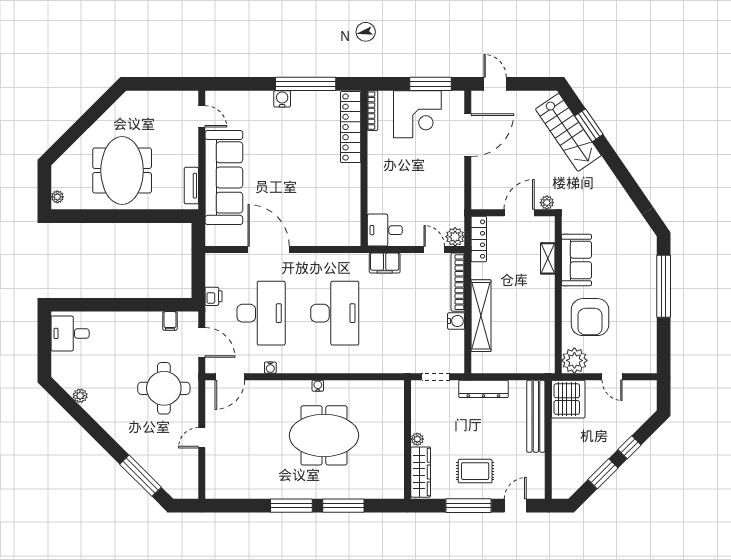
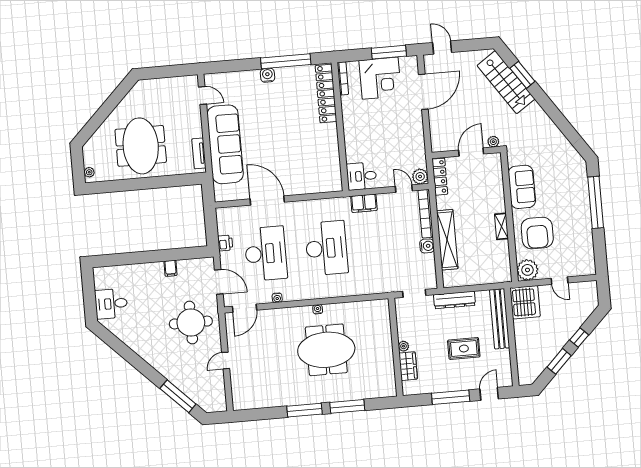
shelving: (548, 258) -> (501, 226), moved
filing cabinet: (170, 321) -> (171, 268), moved
desk: (70, 333) -> (111, 304), moved
plant: (80, 396) -> (122, 335), removed
rug: (475, 471) -> (464, 348), moved
wardrobe: (421, 472) -> (408, 366), width x0.67

